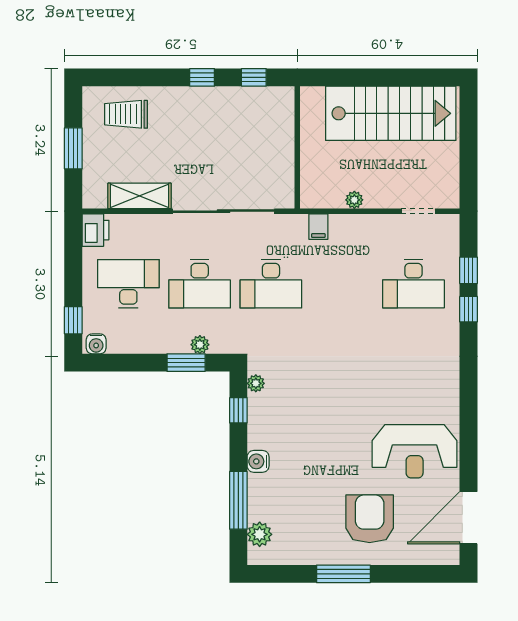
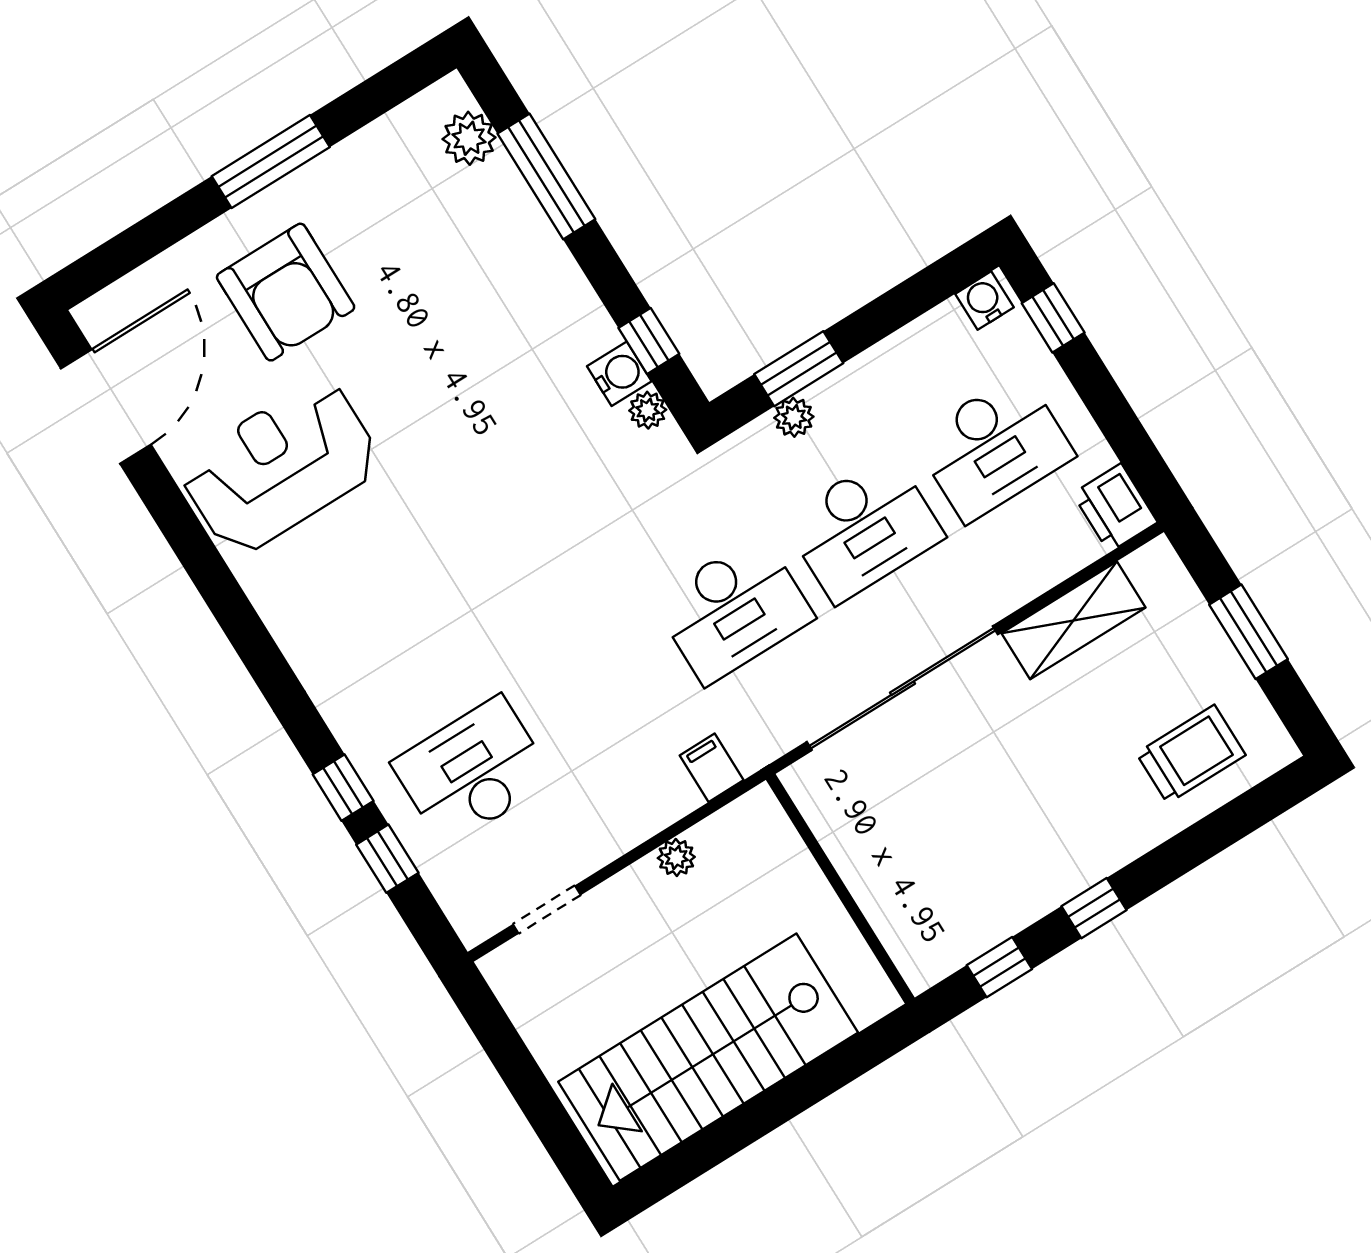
desk: (200, 284) -> (864, 528), turned 180
desk: (271, 284) -> (733, 609), turned 180
water cooler: (258, 461) -> (619, 374), moved

